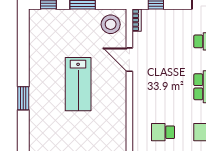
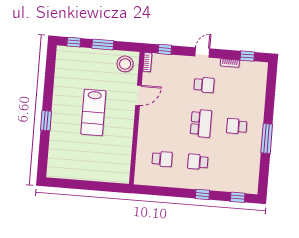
door: (129, 60) -> (138, 95), swing flipped
school desk: (163, 132) -> (162, 159), turned 180

